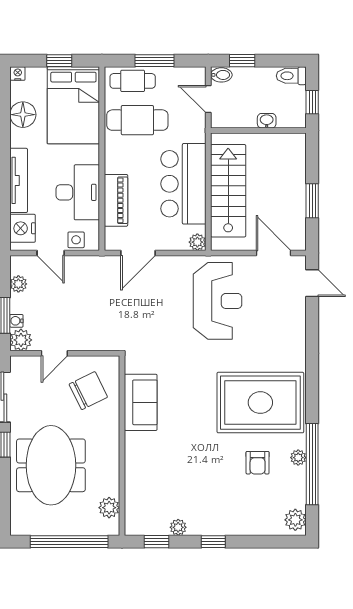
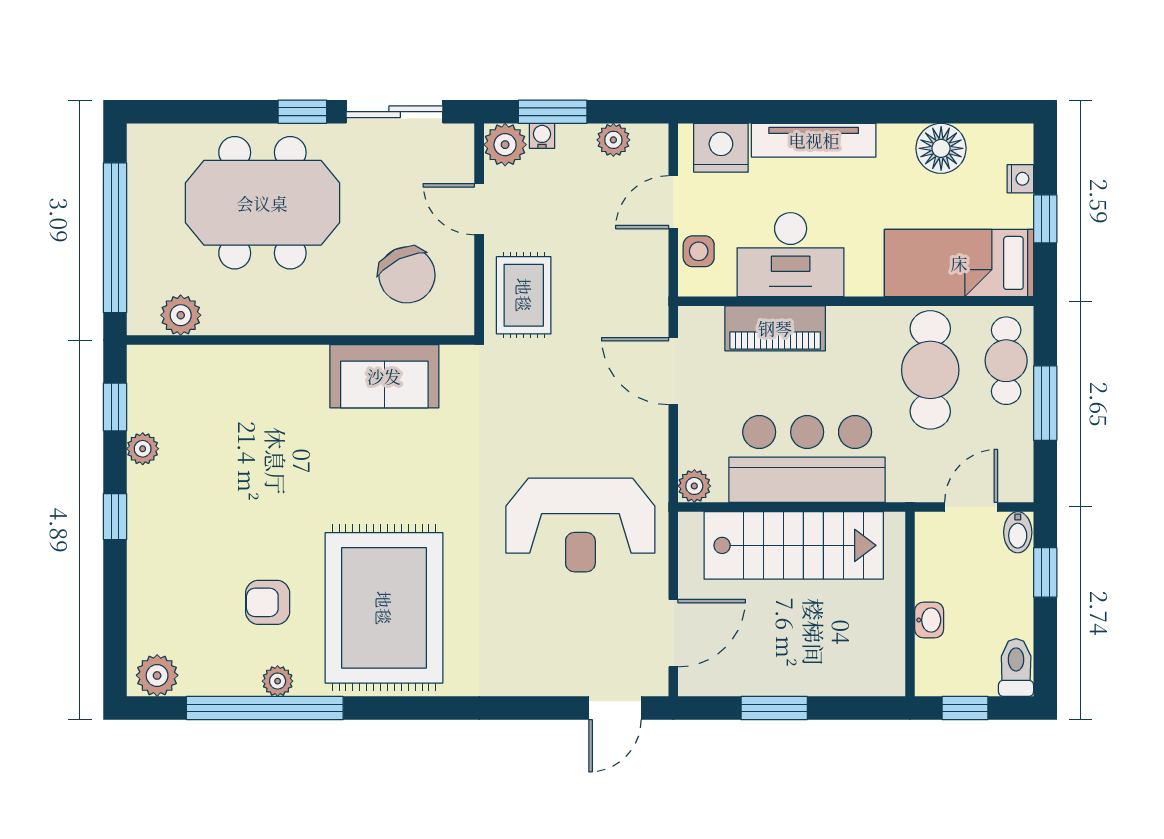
nightstand: (18, 74) -> (1020, 179), moved
bed: (73, 105) -> (959, 263), width x0.67
rug: (99, 330) -> (524, 295), added

